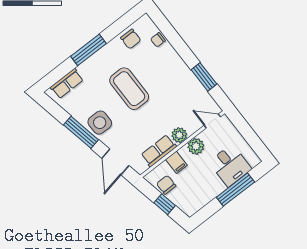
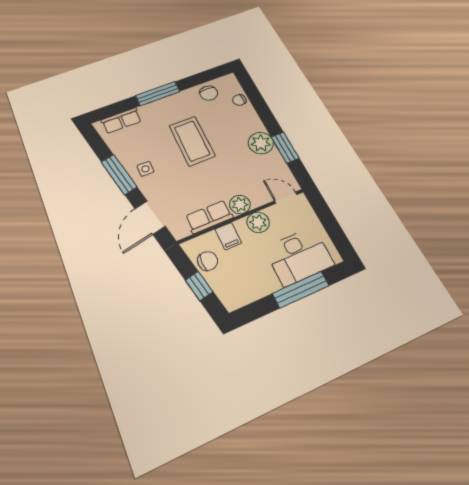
plant: (184, 77) -> (261, 143), added
side table: (100, 123) -> (145, 169), width x0.54, depth x0.54
desk: (230, 165) -> (299, 256), width x1.37
chair: (166, 185) -> (208, 261), turned 90

